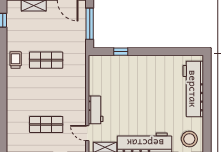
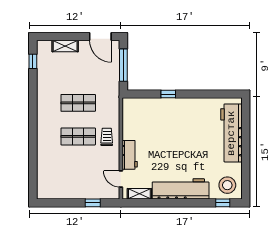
window: (121, 52) -> (168, 94), moved
trolley: (16, 60) -> (107, 137), moved
shop shelf: (46, 124) -> (78, 136), moved

